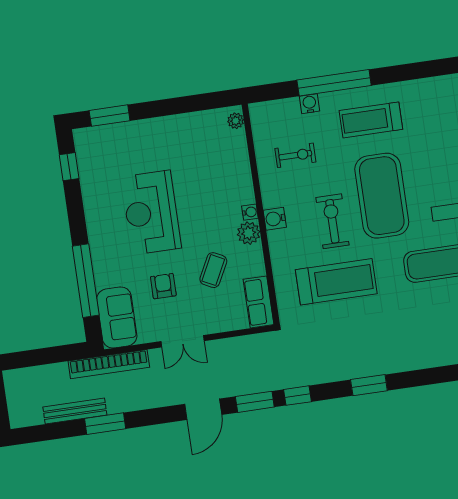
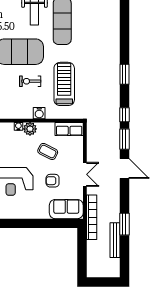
water cooler: (275, 219) -> (39, 113), moved
exercise bike: (332, 221) -> (30, 81), width x0.73, depth x0.72
window: (86, 281) -> (43, 223), removed

